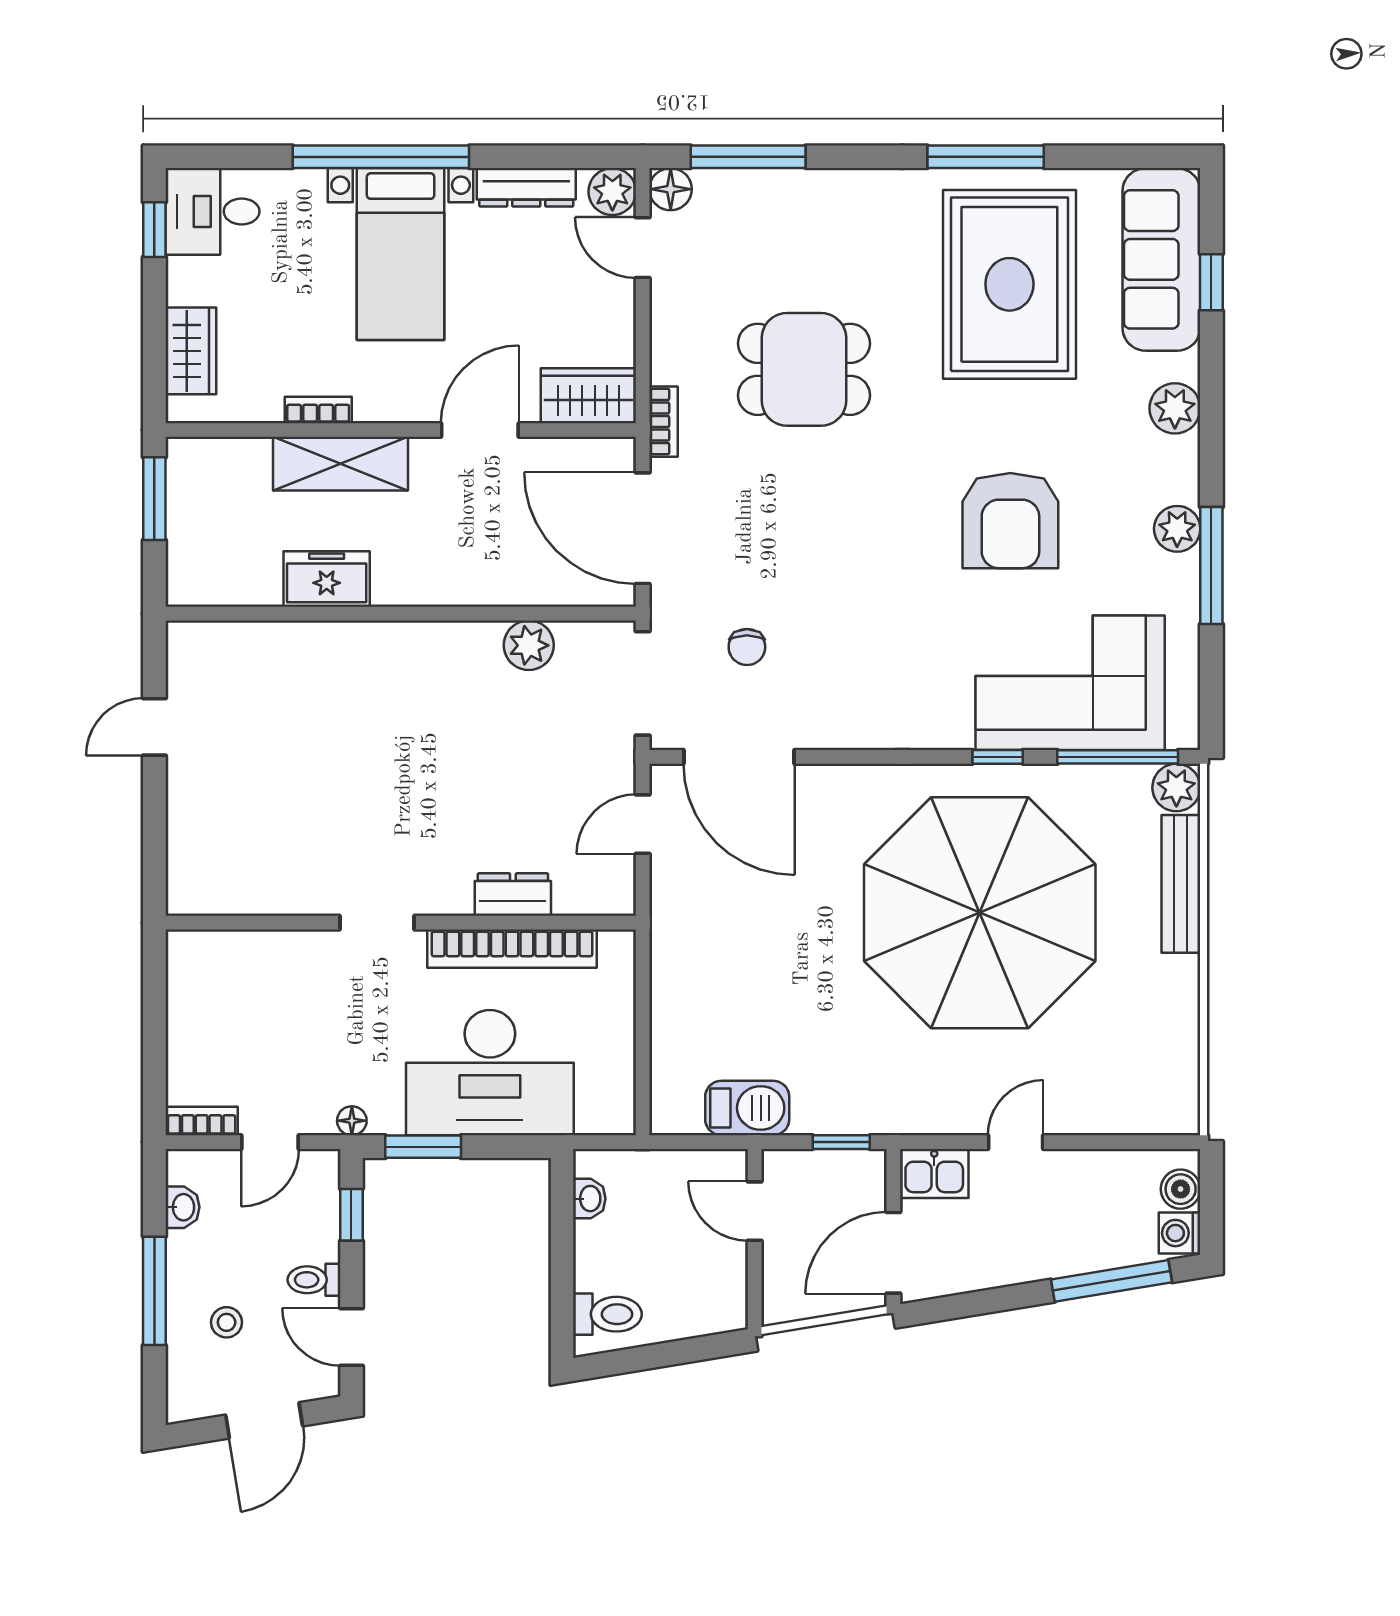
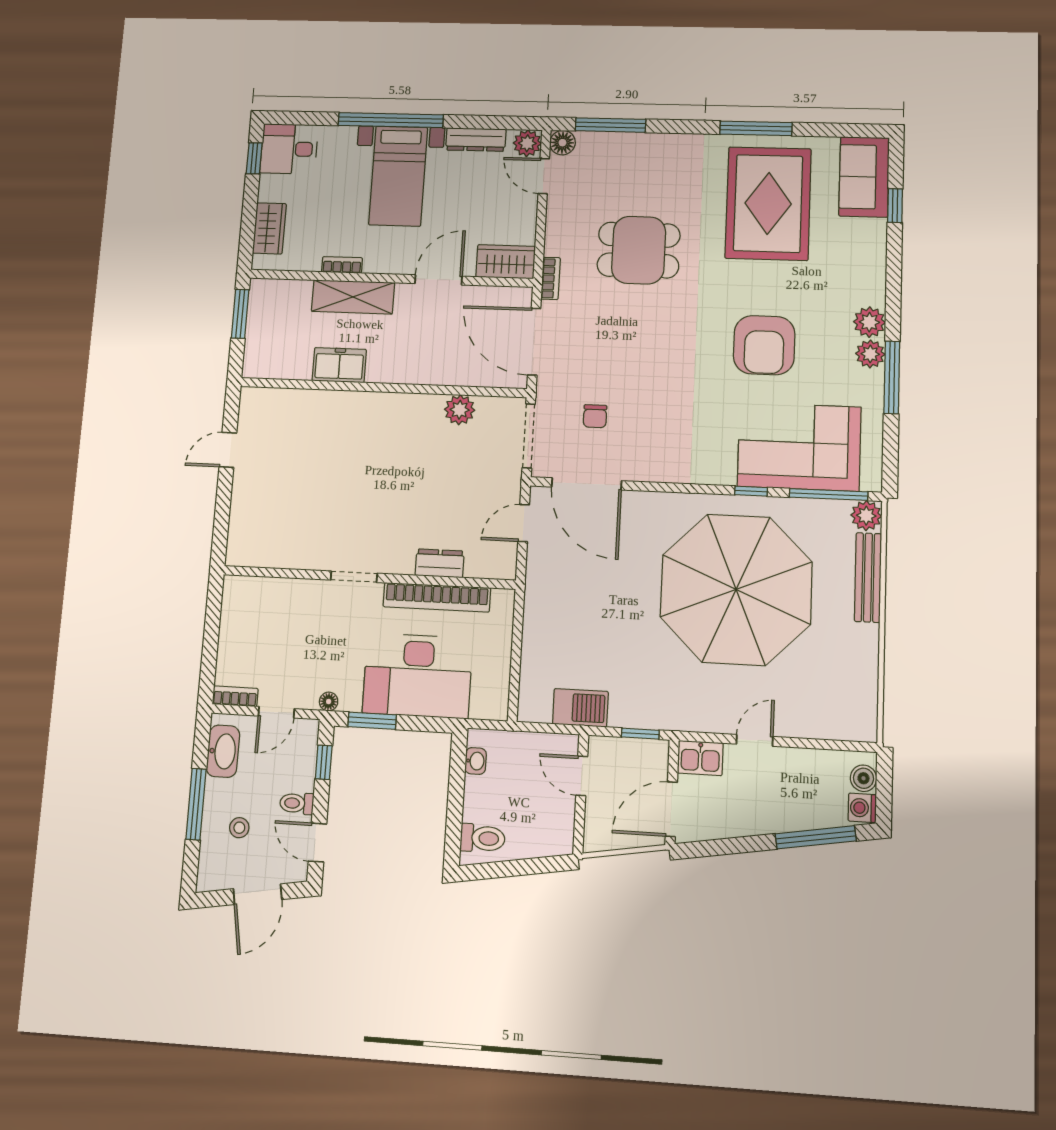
sofa: (1161, 259) -> (864, 177), width x0.73
plant: (1175, 408) -> (869, 322), moved
washbasin: (182, 1207) -> (223, 751), width x1.91, depth x1.45

